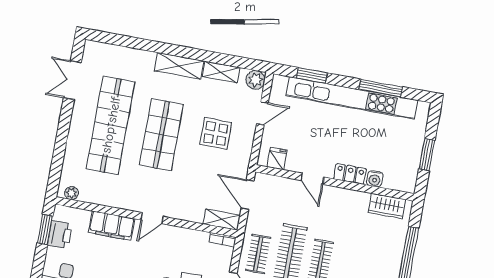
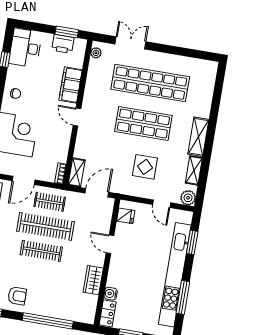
double door: (72, 80) -> (130, 43), moved
locker: (350, 174) -> (108, 313), moved
door: (312, 179) -> (110, 244), hinge flipped
wardrobe: (387, 206) -> (93, 280), moved

